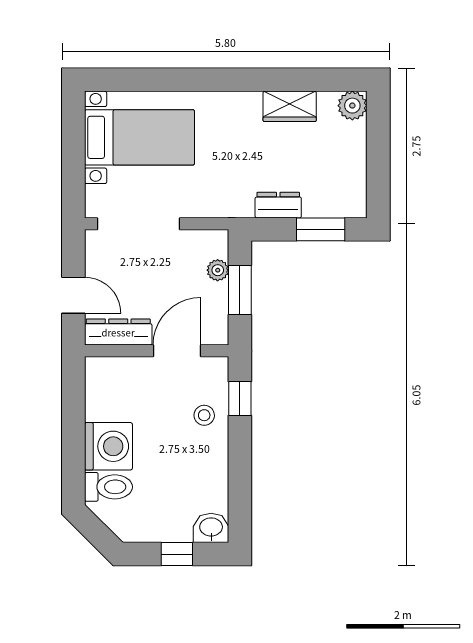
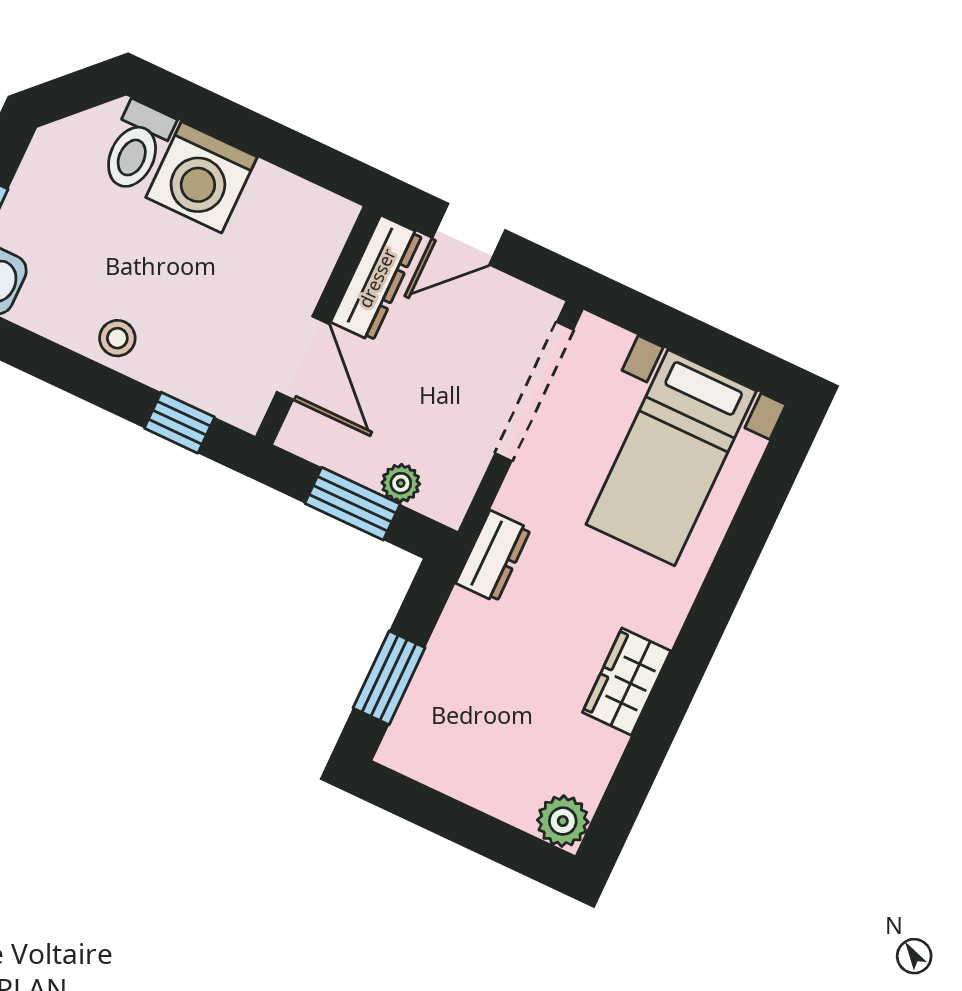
wardrobe: (290, 106) -> (627, 682), moved
dresser: (278, 205) -> (493, 556), moved
stool: (204, 415) -> (117, 338), moved

